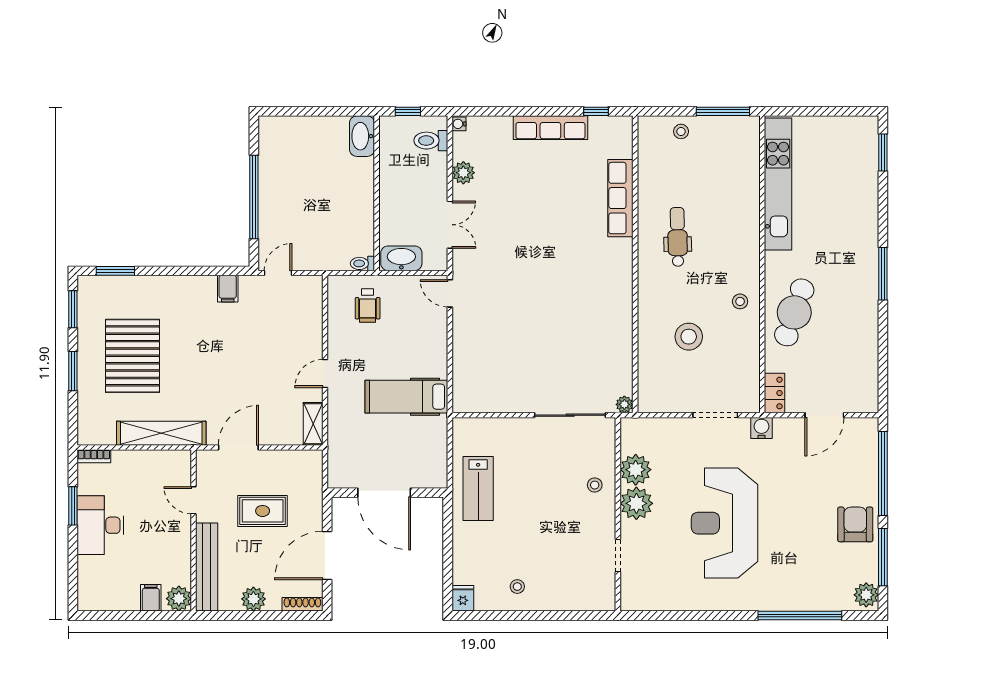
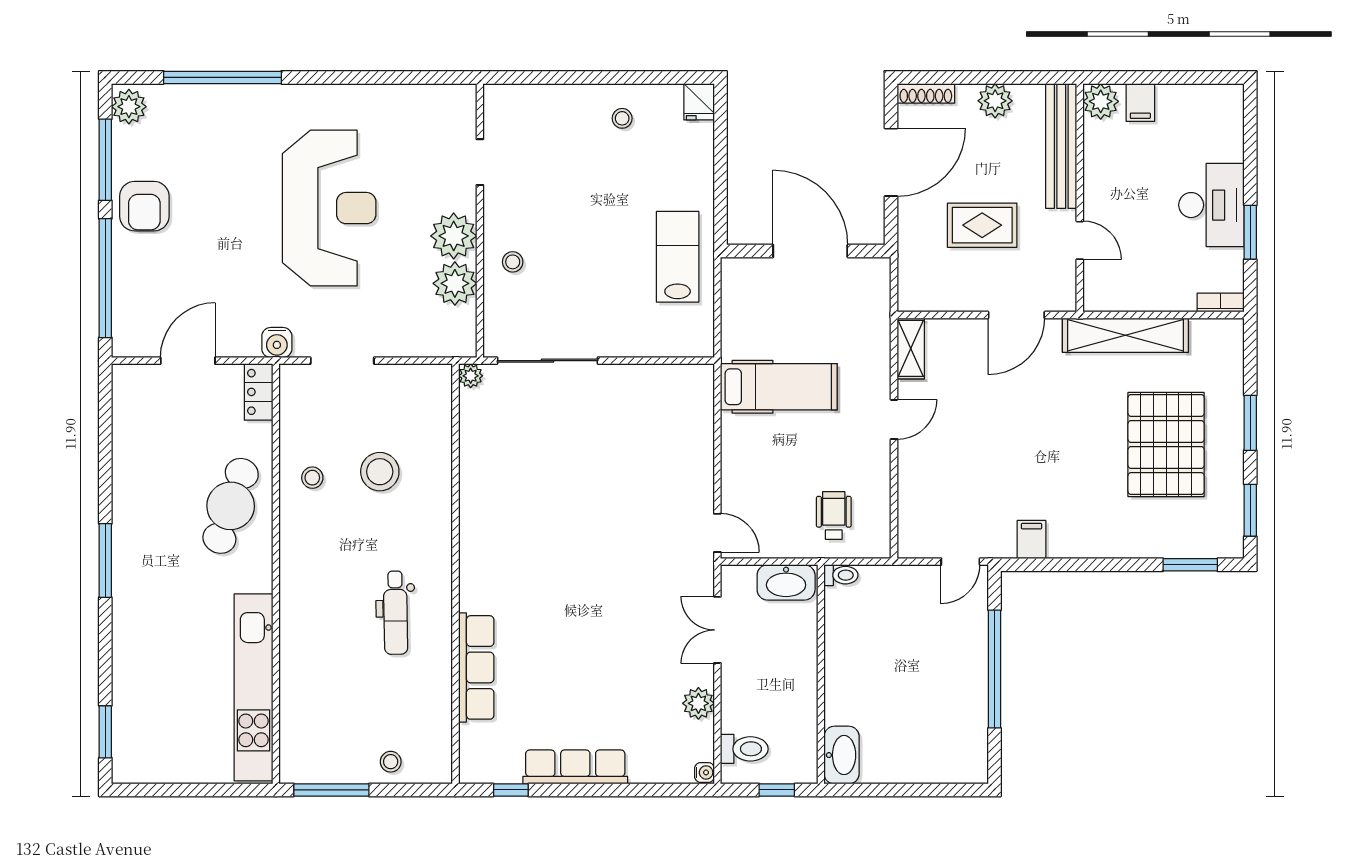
stool: (740, 301) -> (312, 478), moved

